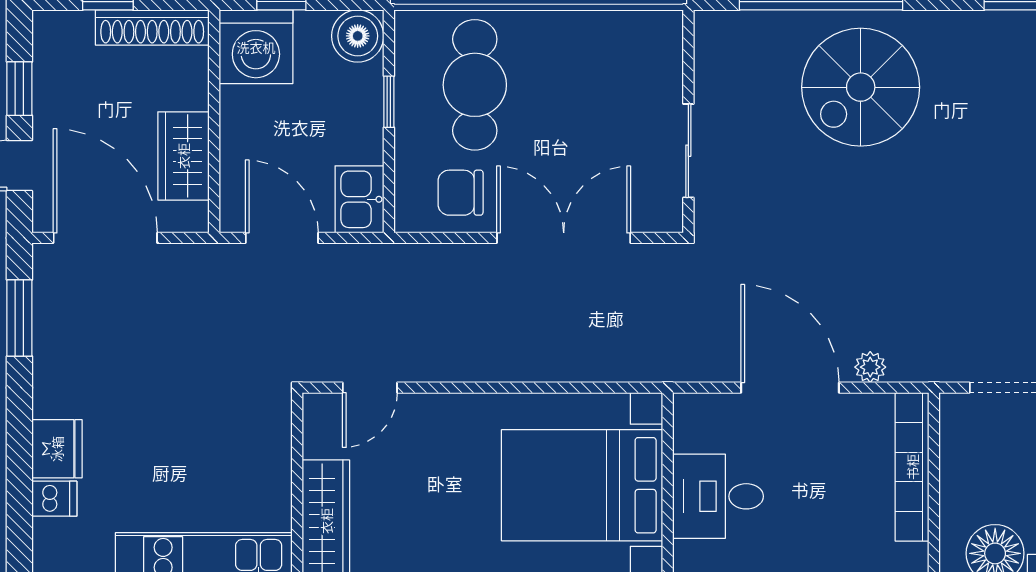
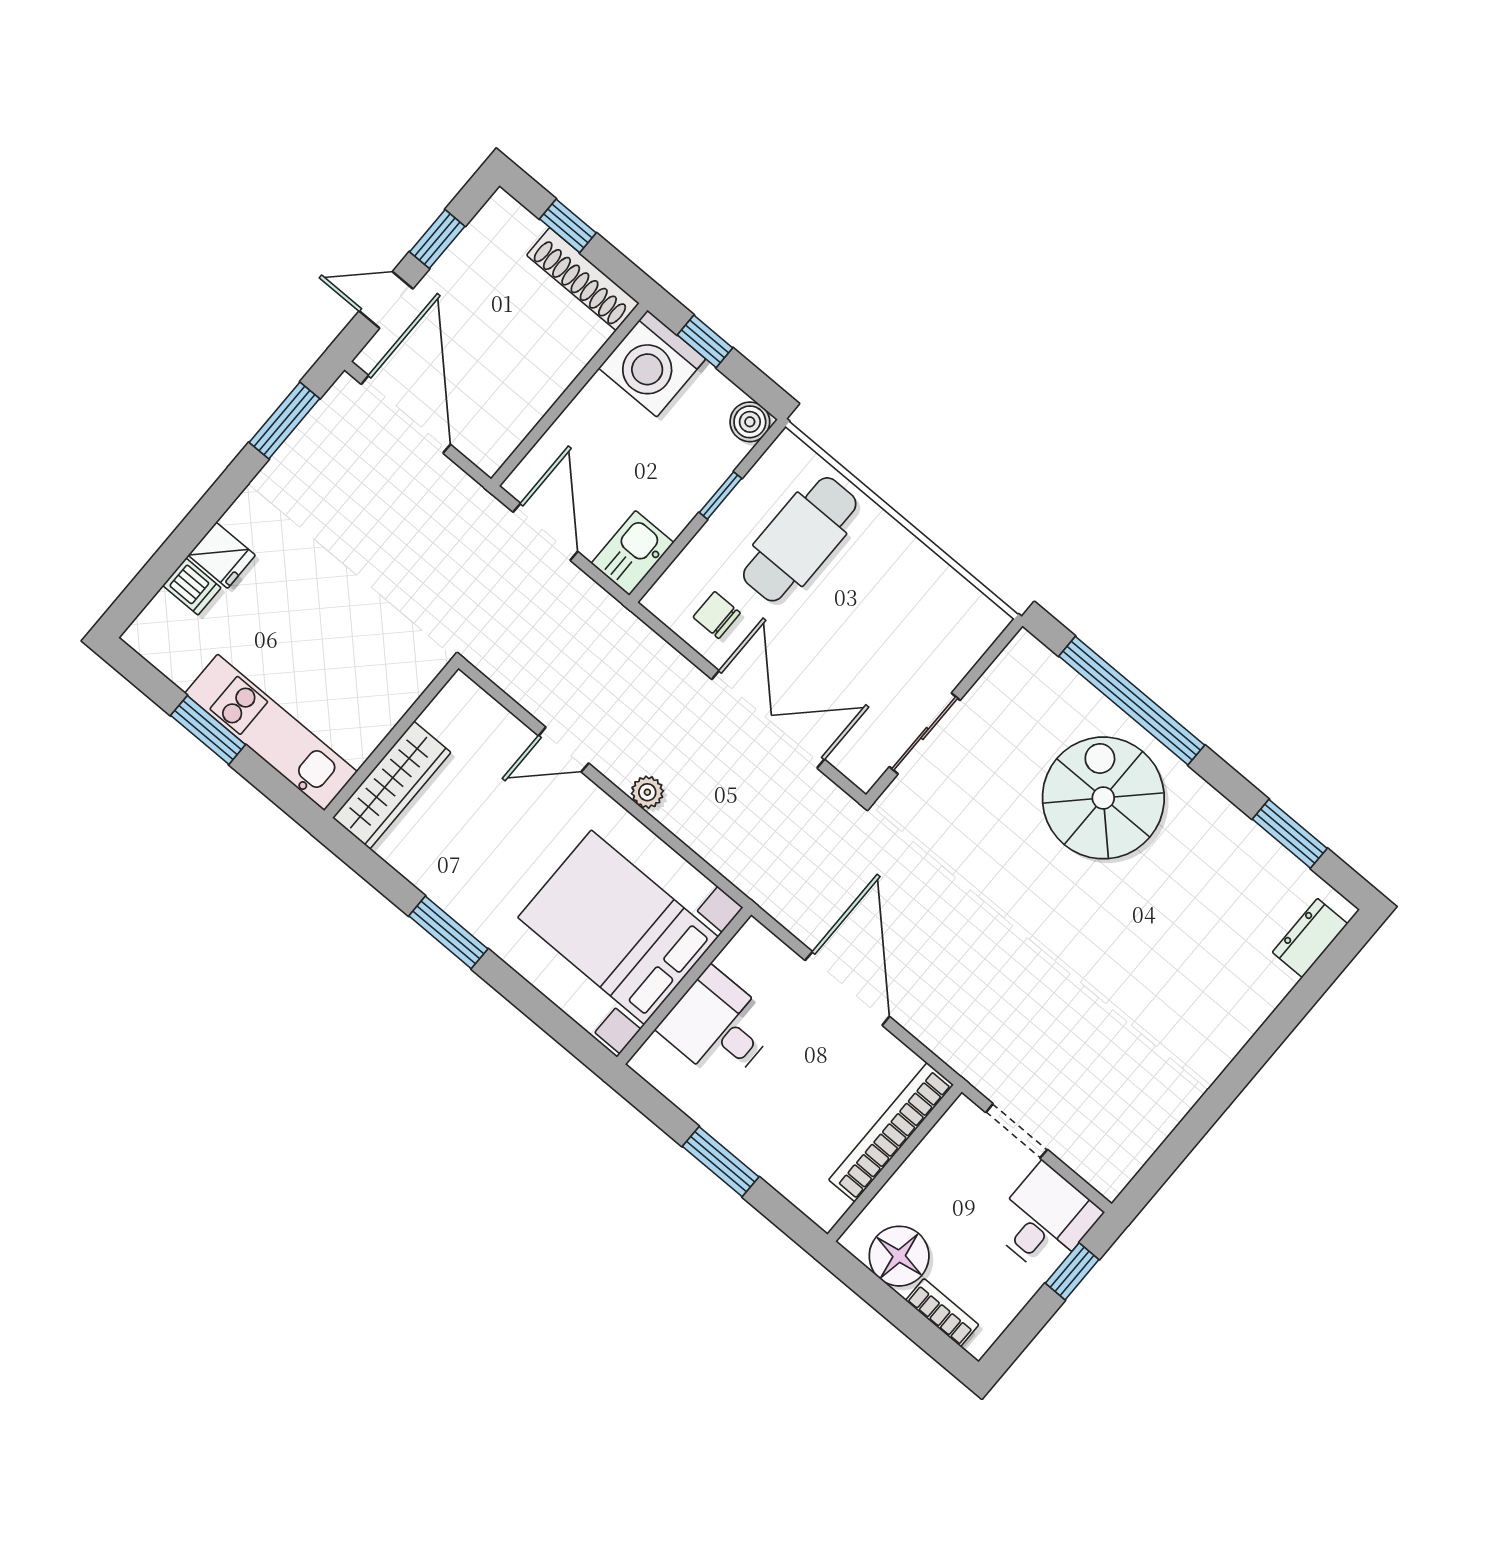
boiler: (358, 36) -> (750, 422), width x0.73, depth x0.73
spiral stairs: (861, 87) -> (1103, 798), turned 90
wardrobe: (183, 156) -> (522, 402), removed
chair: (461, 193) -> (717, 615), width x0.73, depth x0.73
plant: (870, 367) -> (647, 792), moved
door: (370, 388) -> (564, 749), moved
fridge: (57, 449) -> (222, 555), width x0.72

